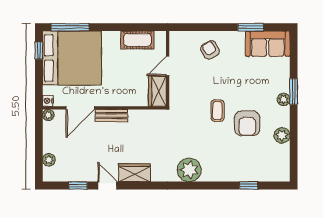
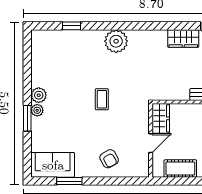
armchair: (247, 123) -> (73, 87), removed
plant: (282, 135) -> (39, 95), moved
plant: (189, 170) -> (116, 41), moved

